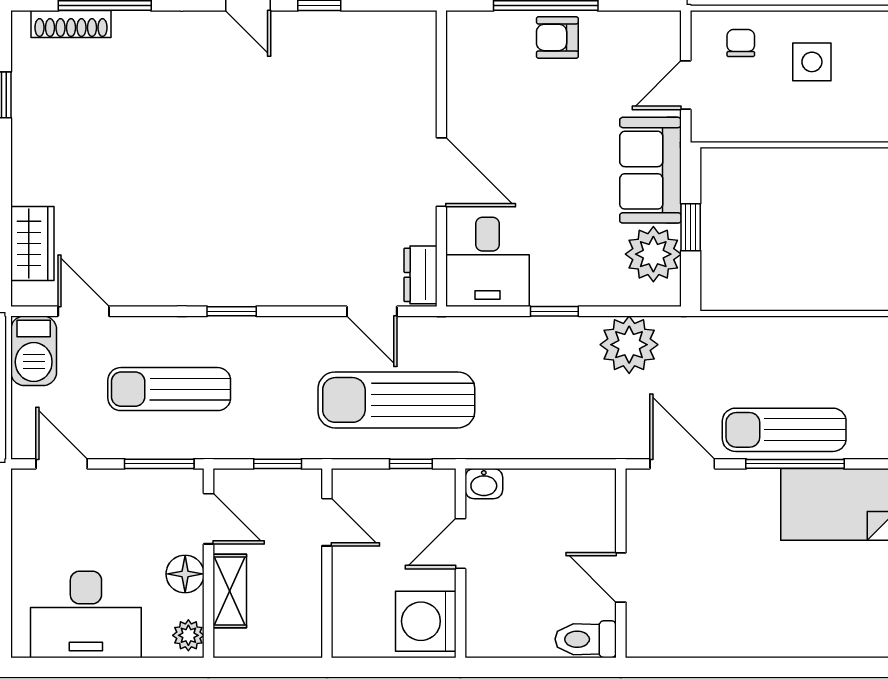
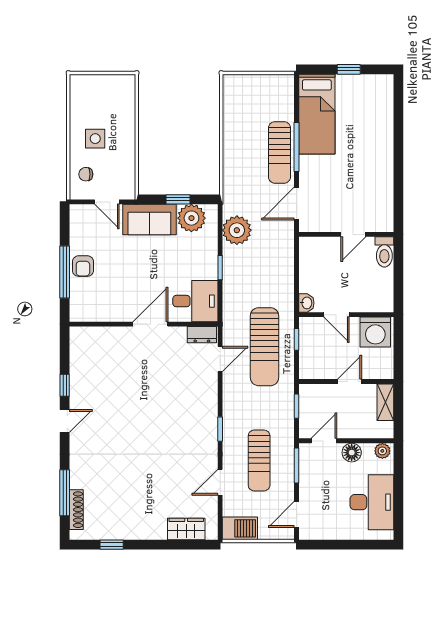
door: (84, 311) -> (220, 482), moved
door: (327, 522) -> (350, 381), moved
shelving: (230, 591) -> (385, 402), moved, turned 90

